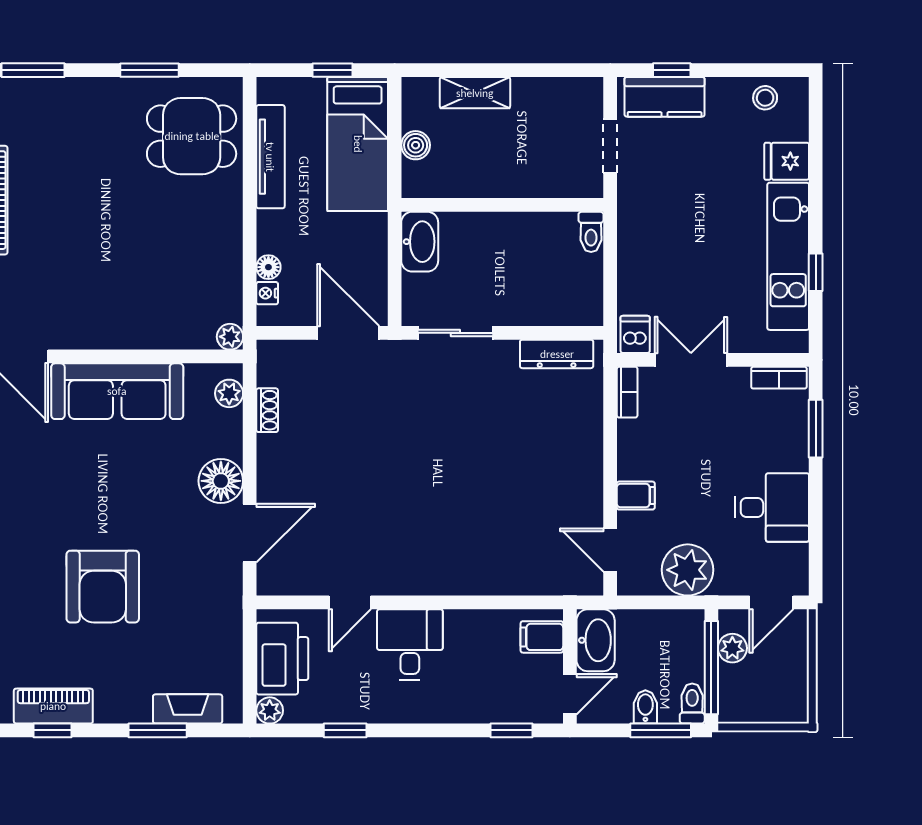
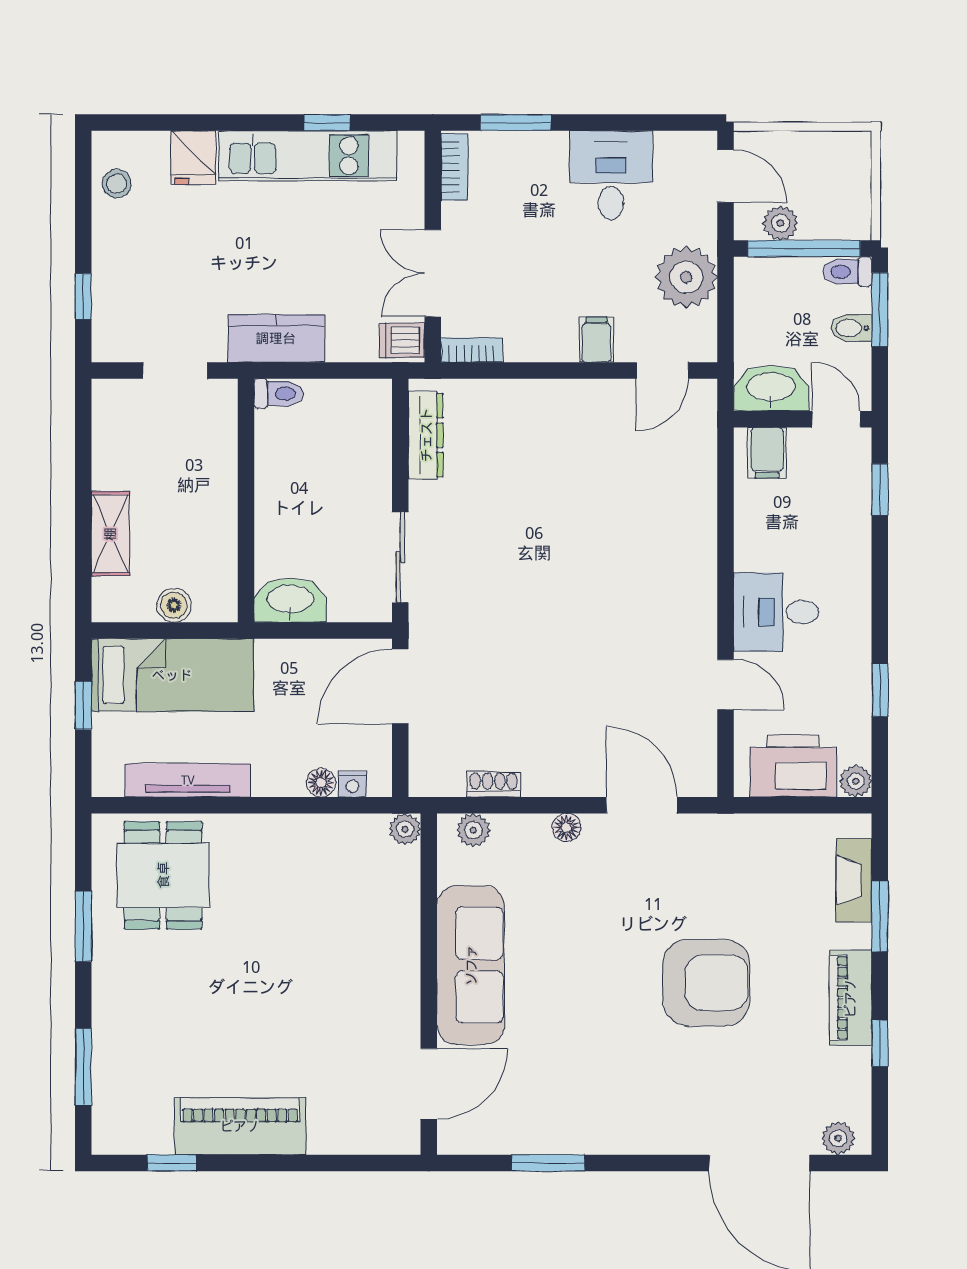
kitchen counter: (665, 97) -> (276, 338), moved, turned -90
floor lamp: (221, 481) -> (566, 828), width x0.53, depth x0.53
piano: (53, 706) -> (850, 998), moved

